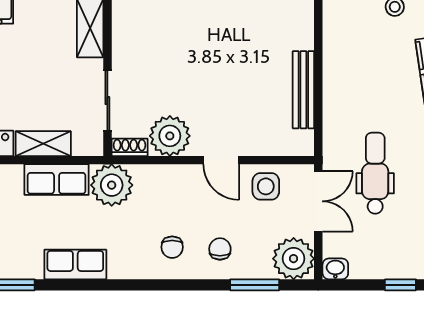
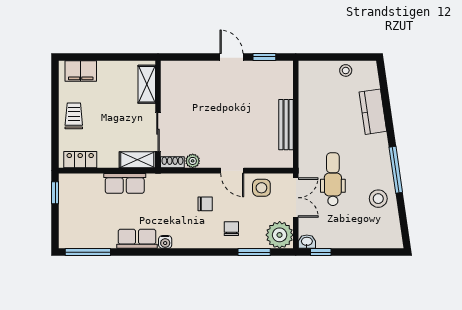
plant: (170, 136) -> (193, 161), width x0.53, depth x0.53
shelving: (43, 144) -> (137, 160), moved
plant: (112, 185) -> (161, 187), removed
chair: (172, 247) -> (205, 204), moved, turned -90
water cooler: (118, 269) -> (165, 242), added
window: (400, 285) -> (321, 252), moved

